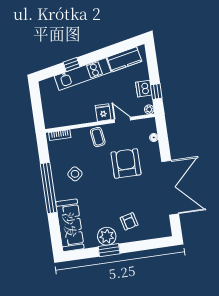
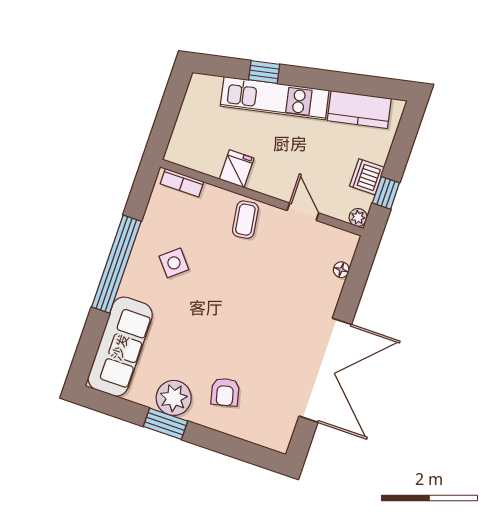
fridge: (103, 113) -> (237, 169), moved
armchair: (126, 163) -> (271, 290), removed

